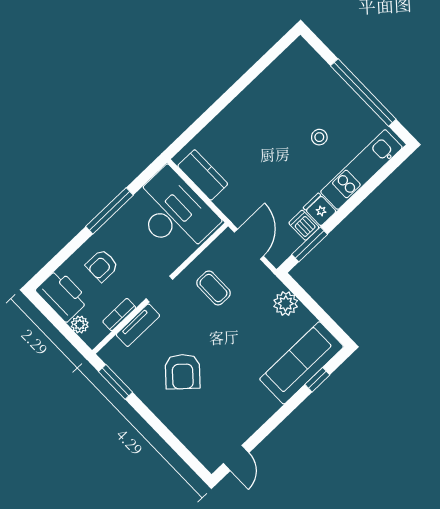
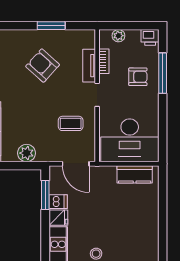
window: (110, 211) -> (163, 73), moved
armchair: (102, 266) -> (138, 77), turned 90
printer: (62, 295) -> (150, 37), width x0.53, depth x0.68
window: (115, 382) -> (51, 26), moved

